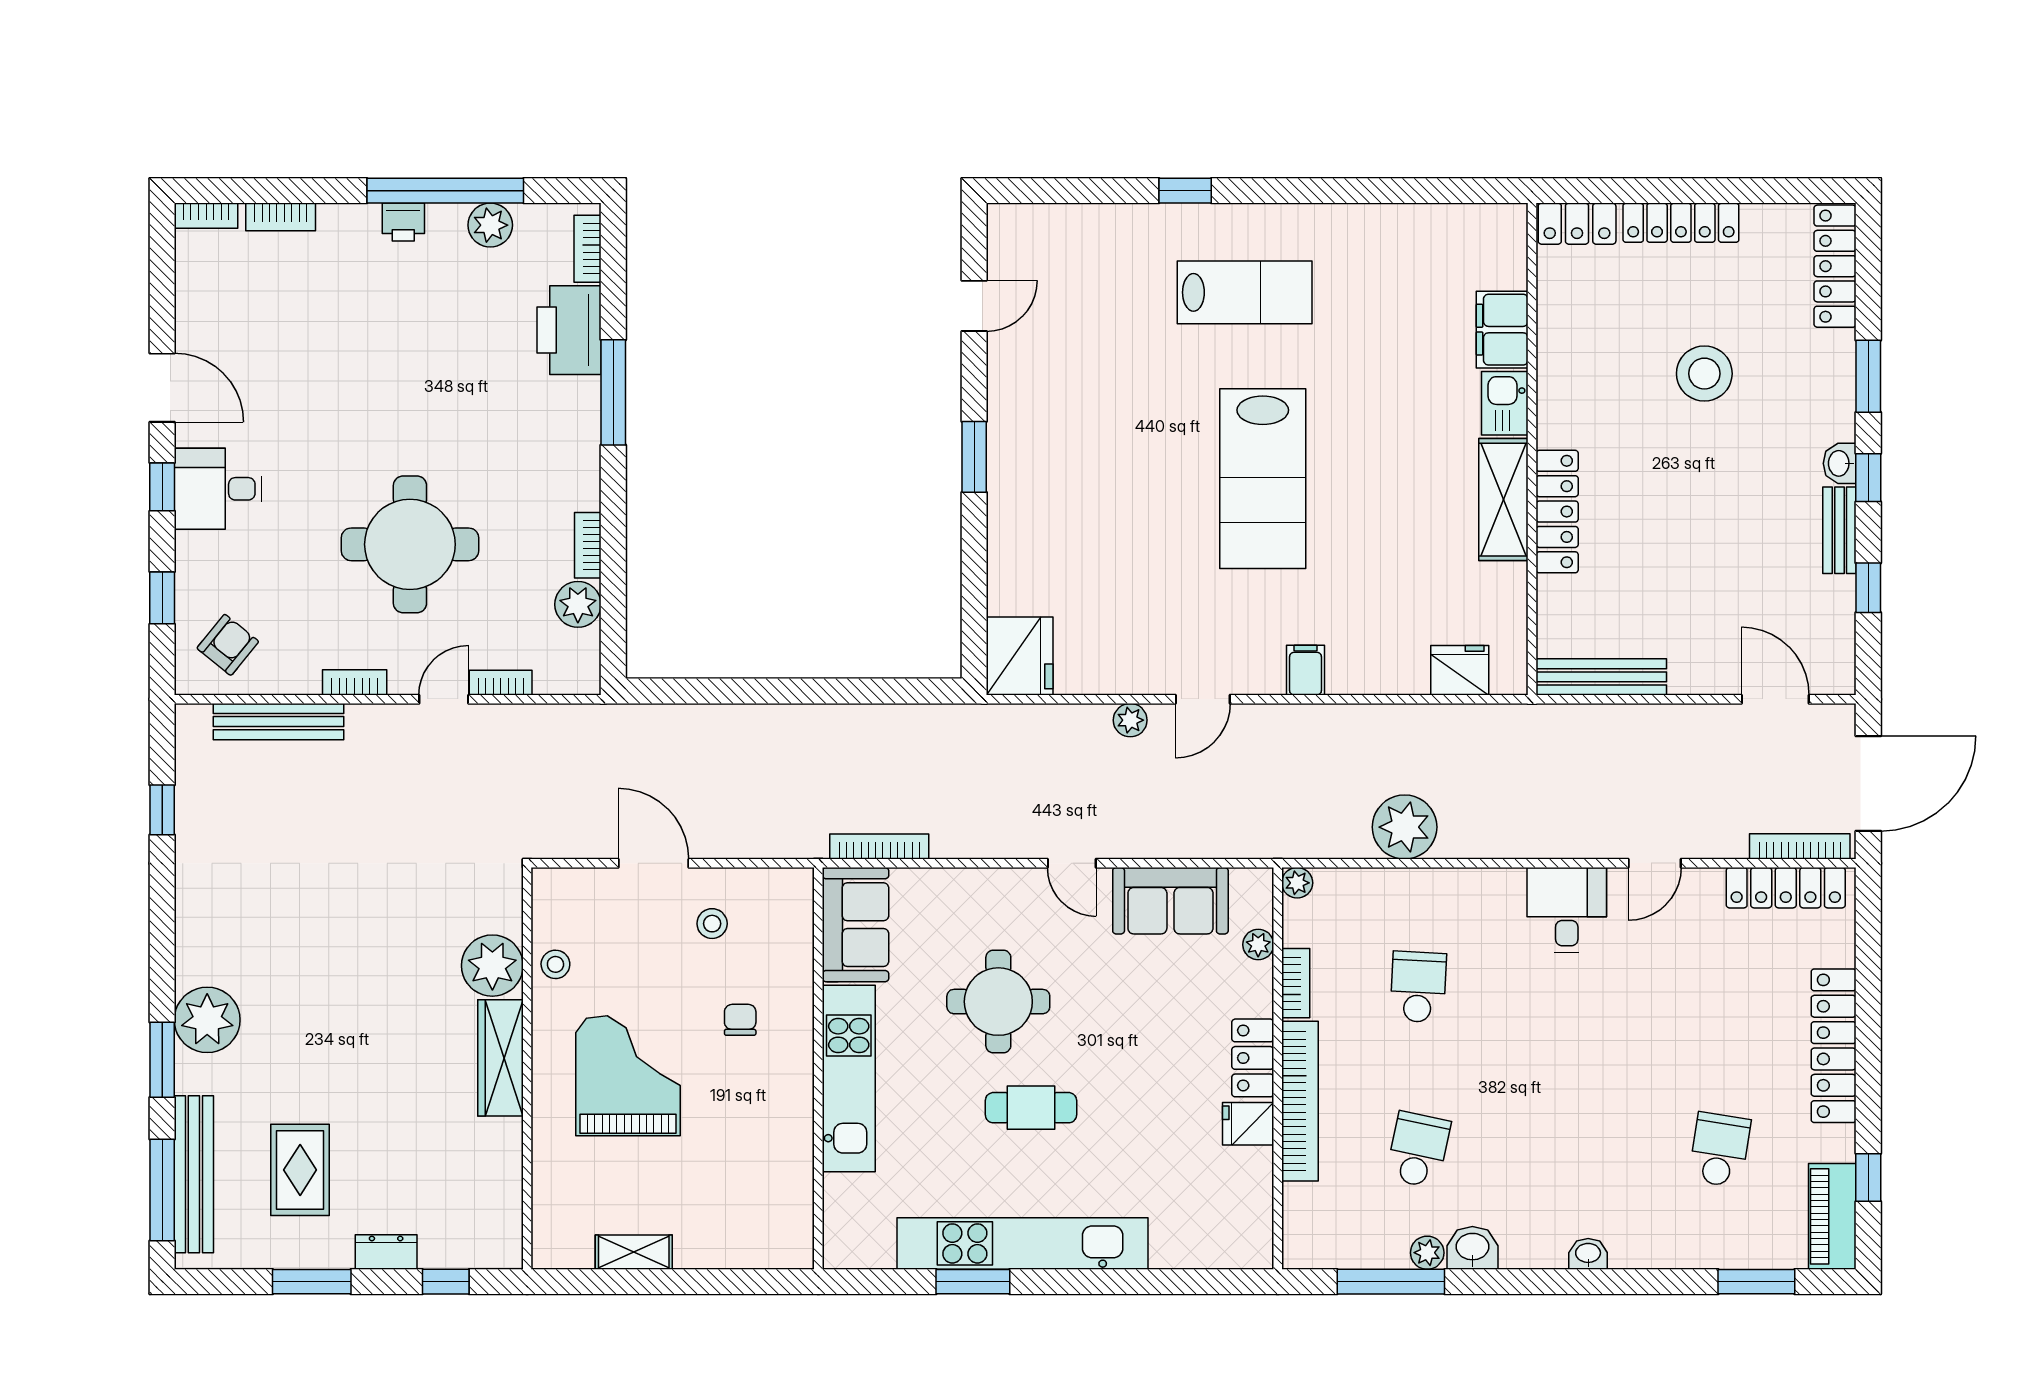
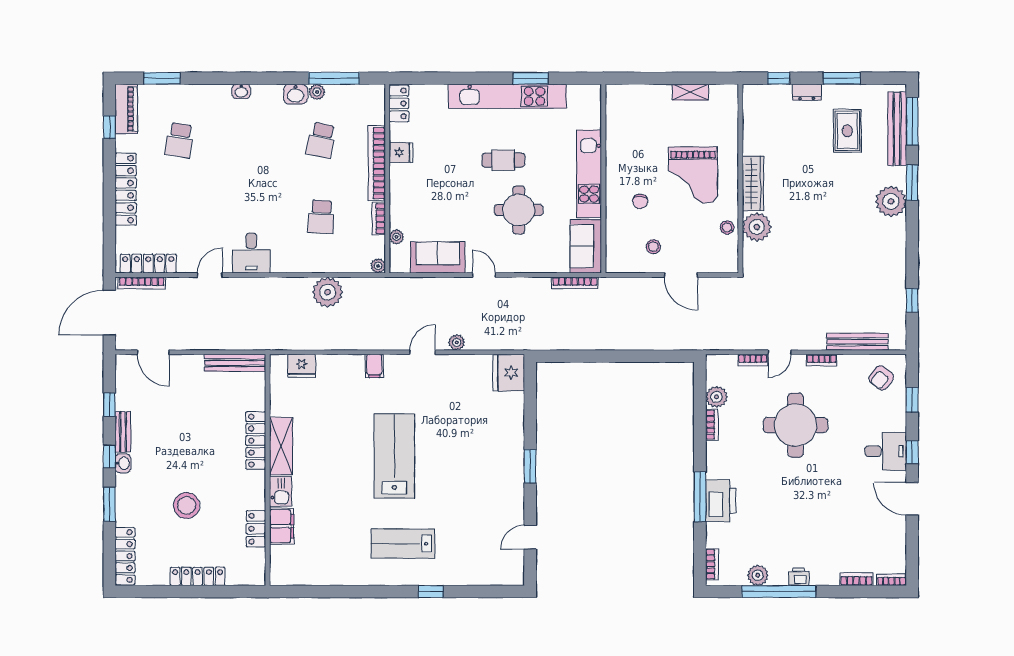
locker: (1577, 224) -> (256, 529), moved, turned -90
printer: (569, 330) -> (721, 501), moved
locker: (1253, 1058) -> (399, 103), moved

